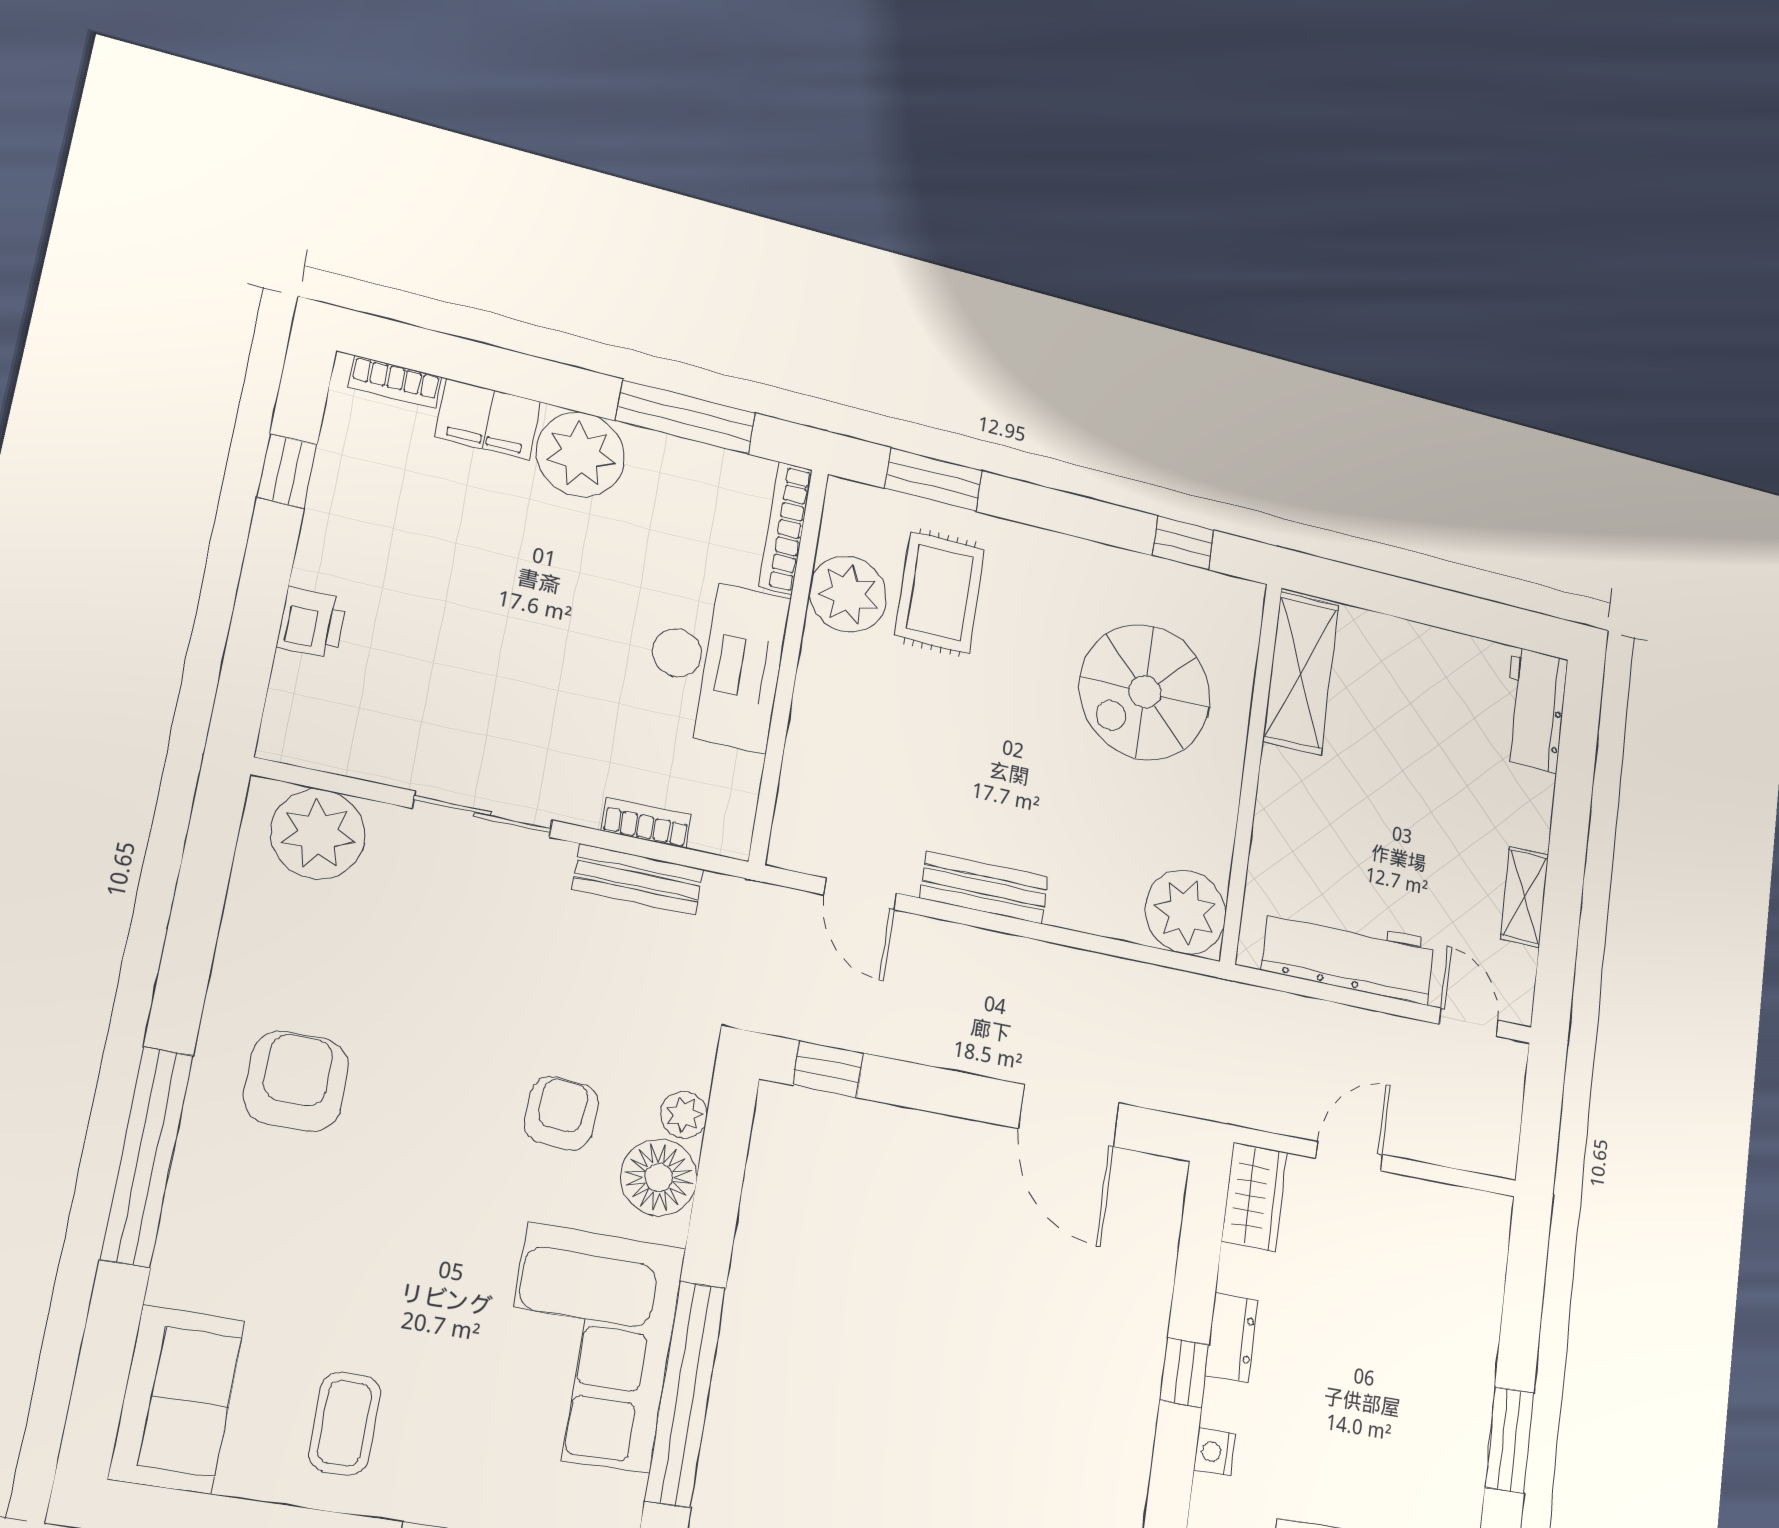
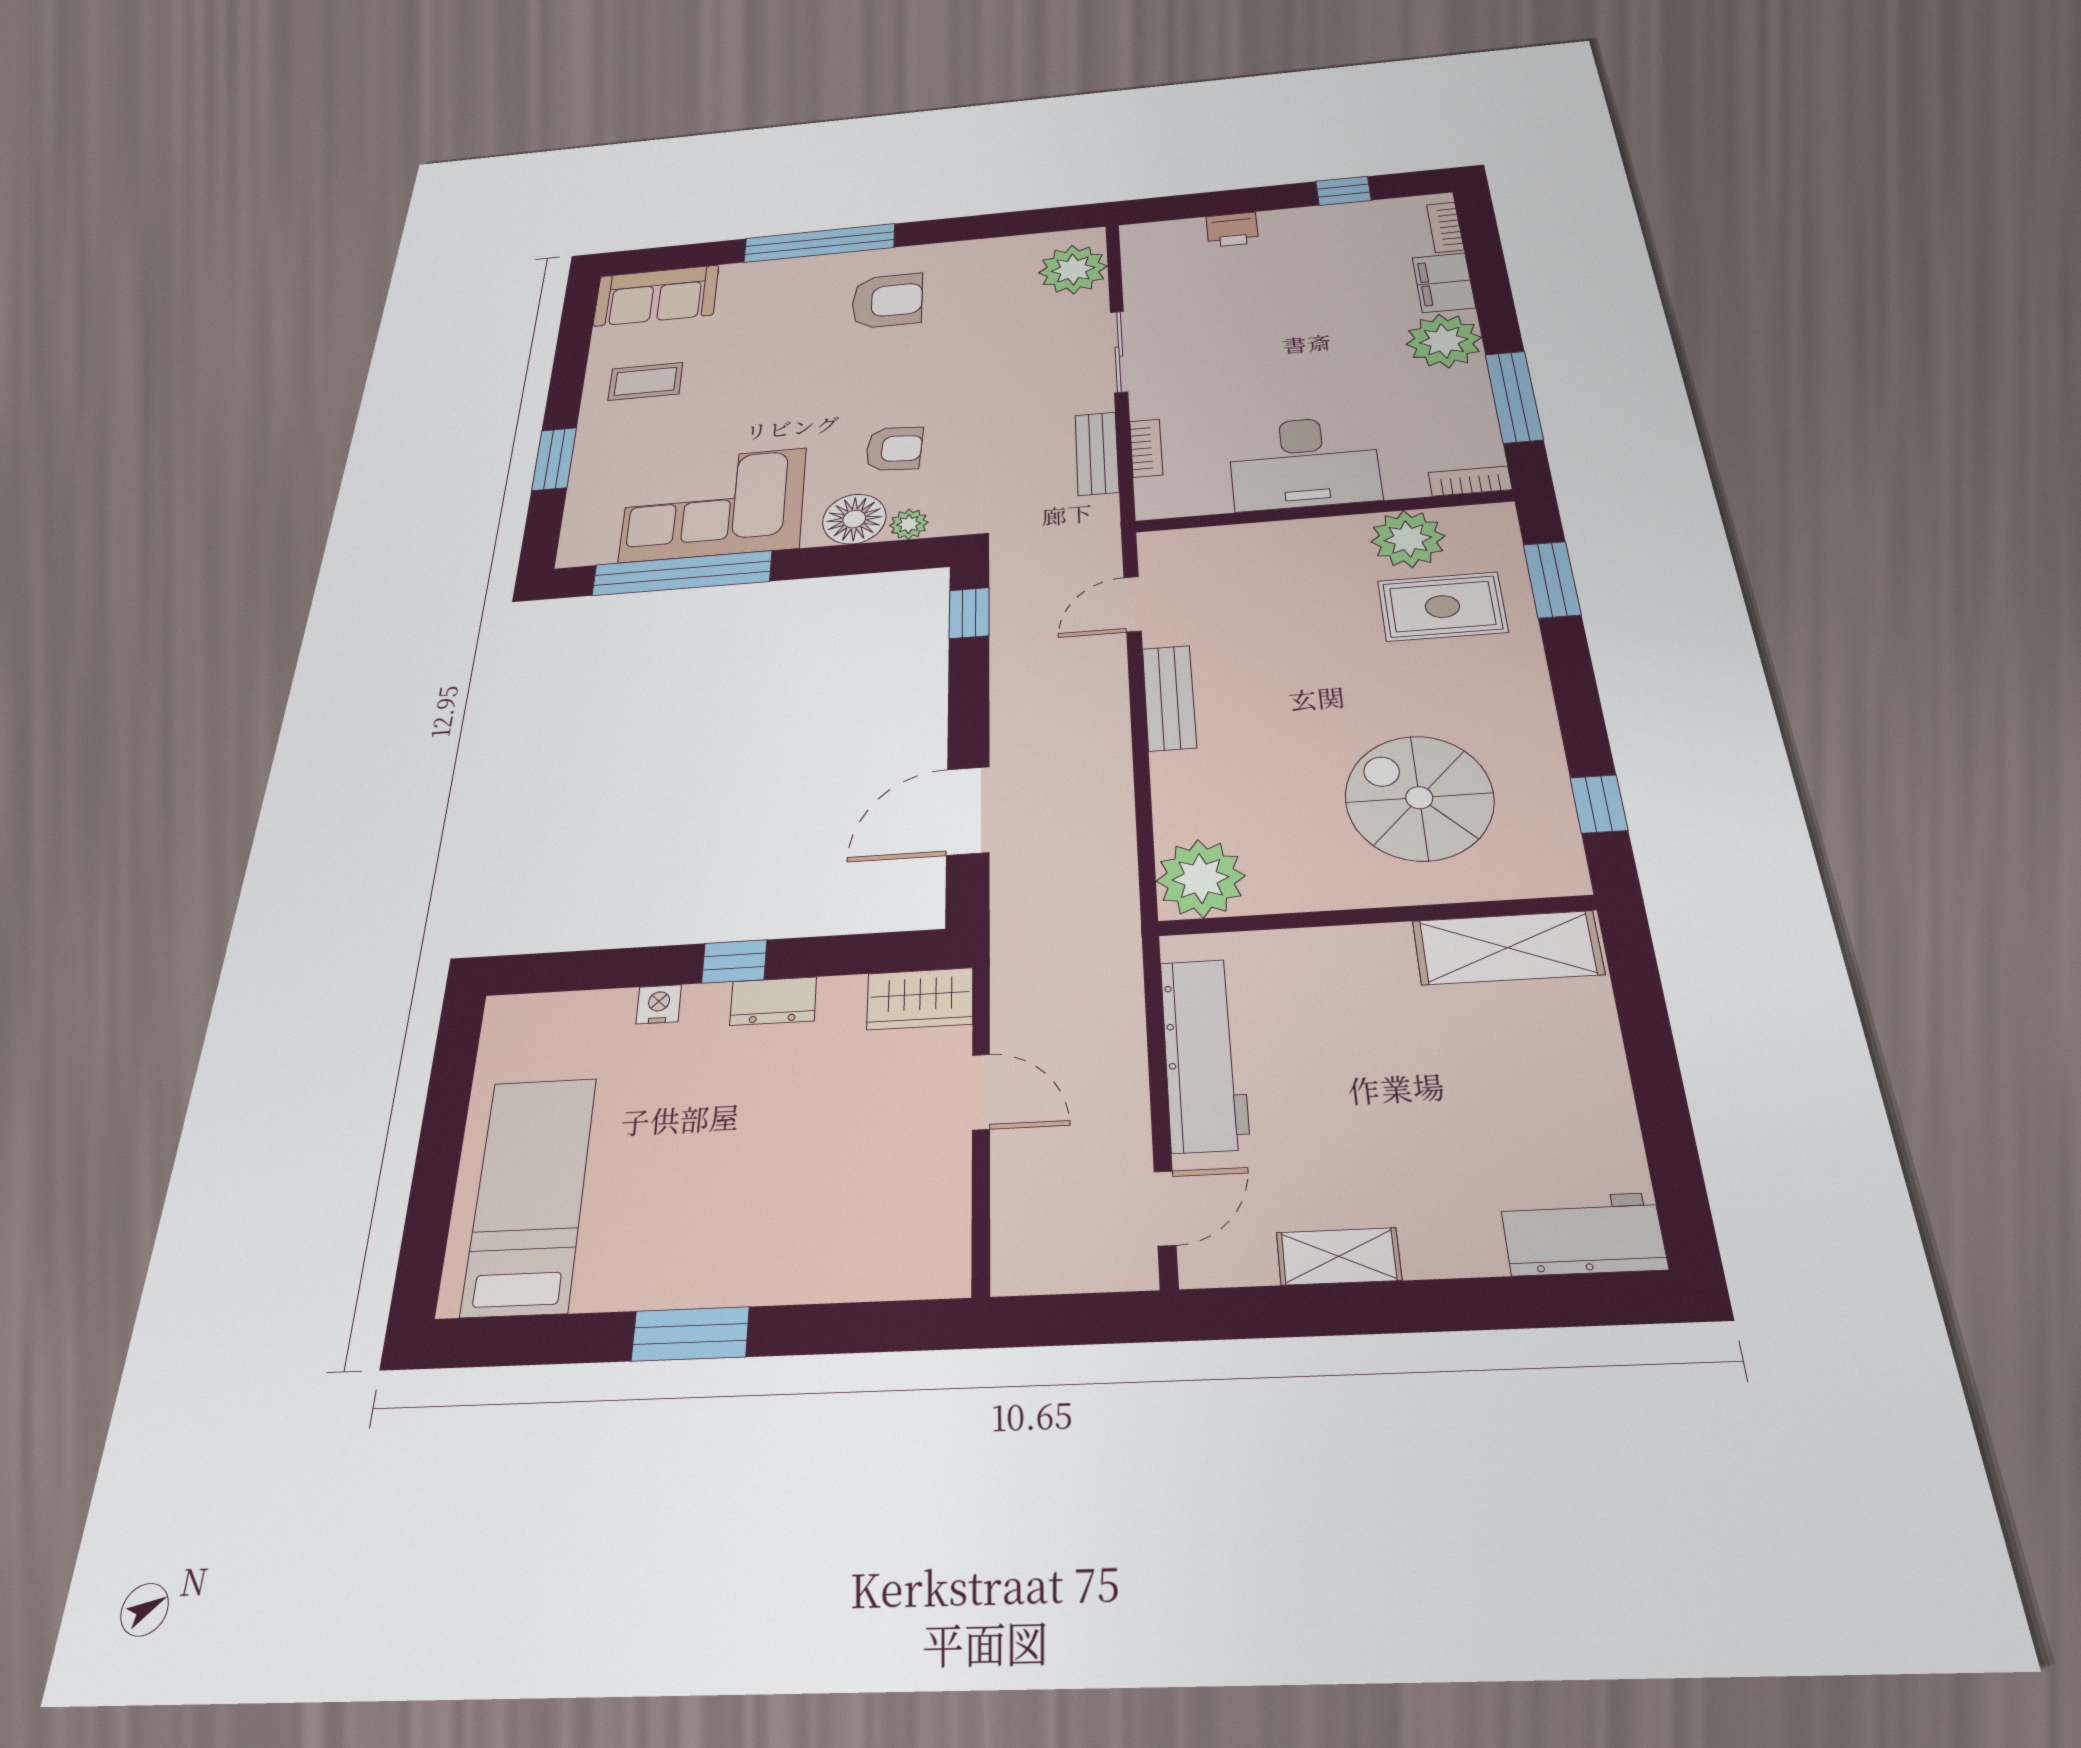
bookcase: (786, 528) -> (1470, 481), width x0.64

